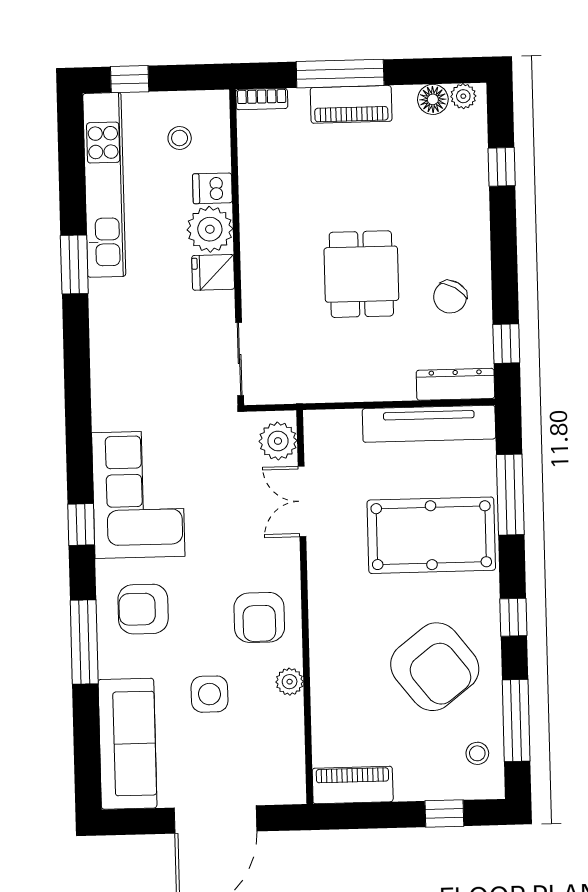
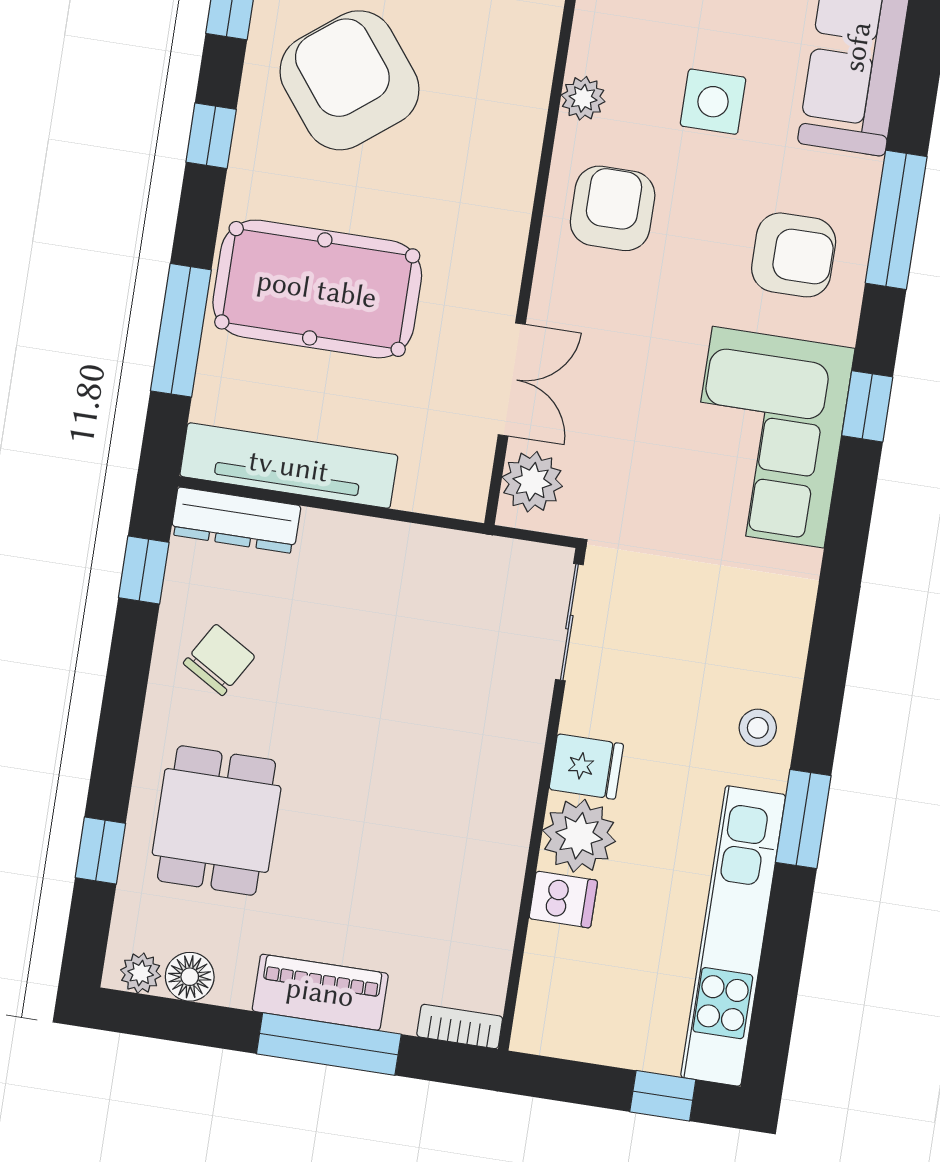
stool: (180, 138) -> (758, 728), moved
dining table: (361, 274) -> (217, 820), moved

